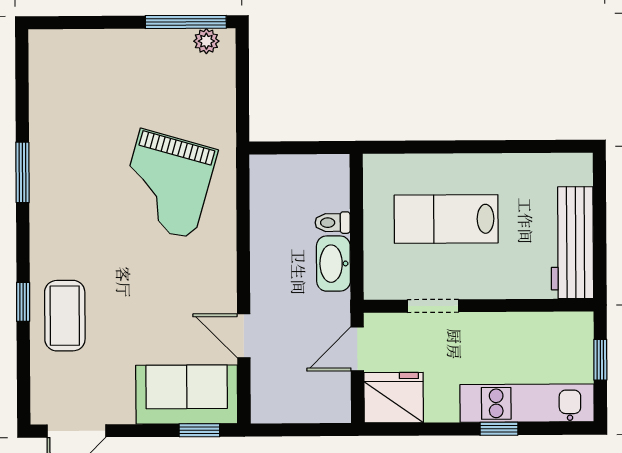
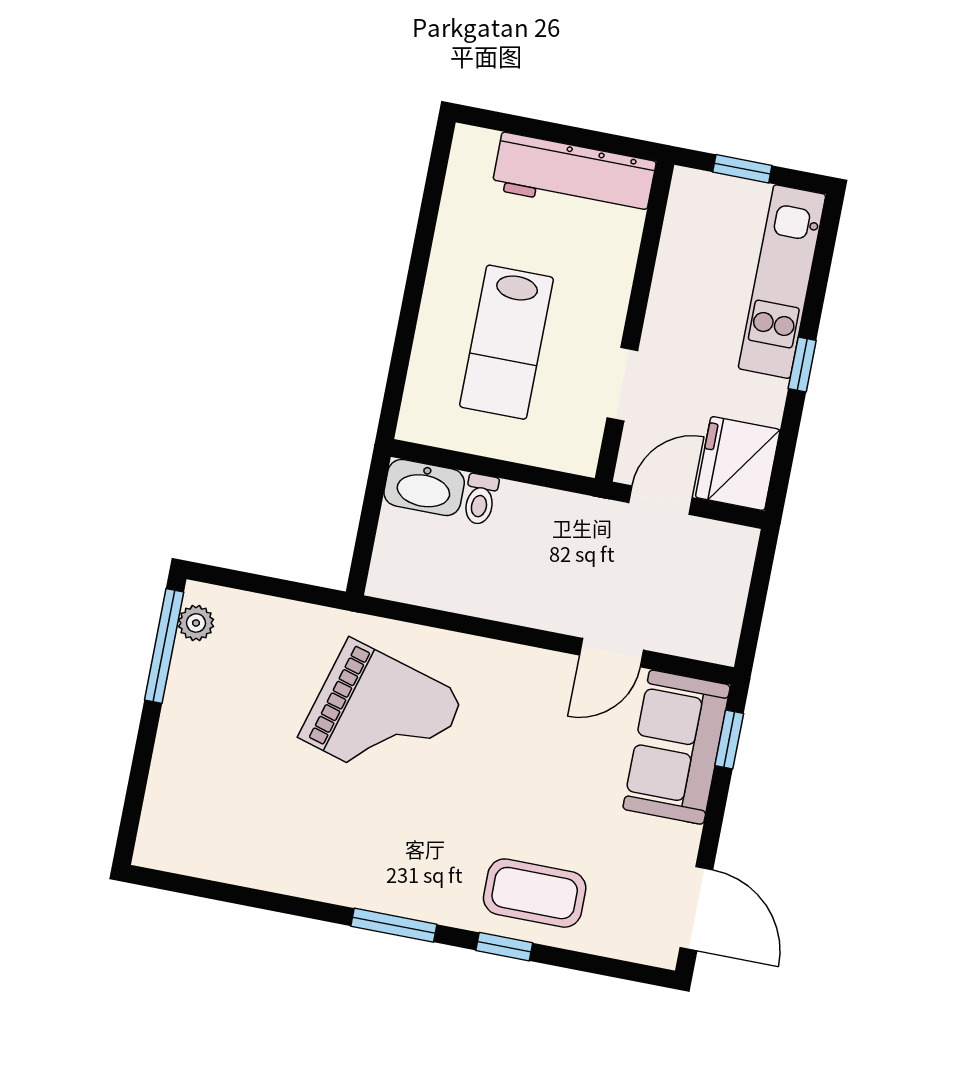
window: (22, 172) -> (394, 925), moved
washbasin: (333, 264) -> (424, 487), moved
door: (357, 349) -> (661, 500), swing flipped
window: (499, 429) -> (802, 364), moved

